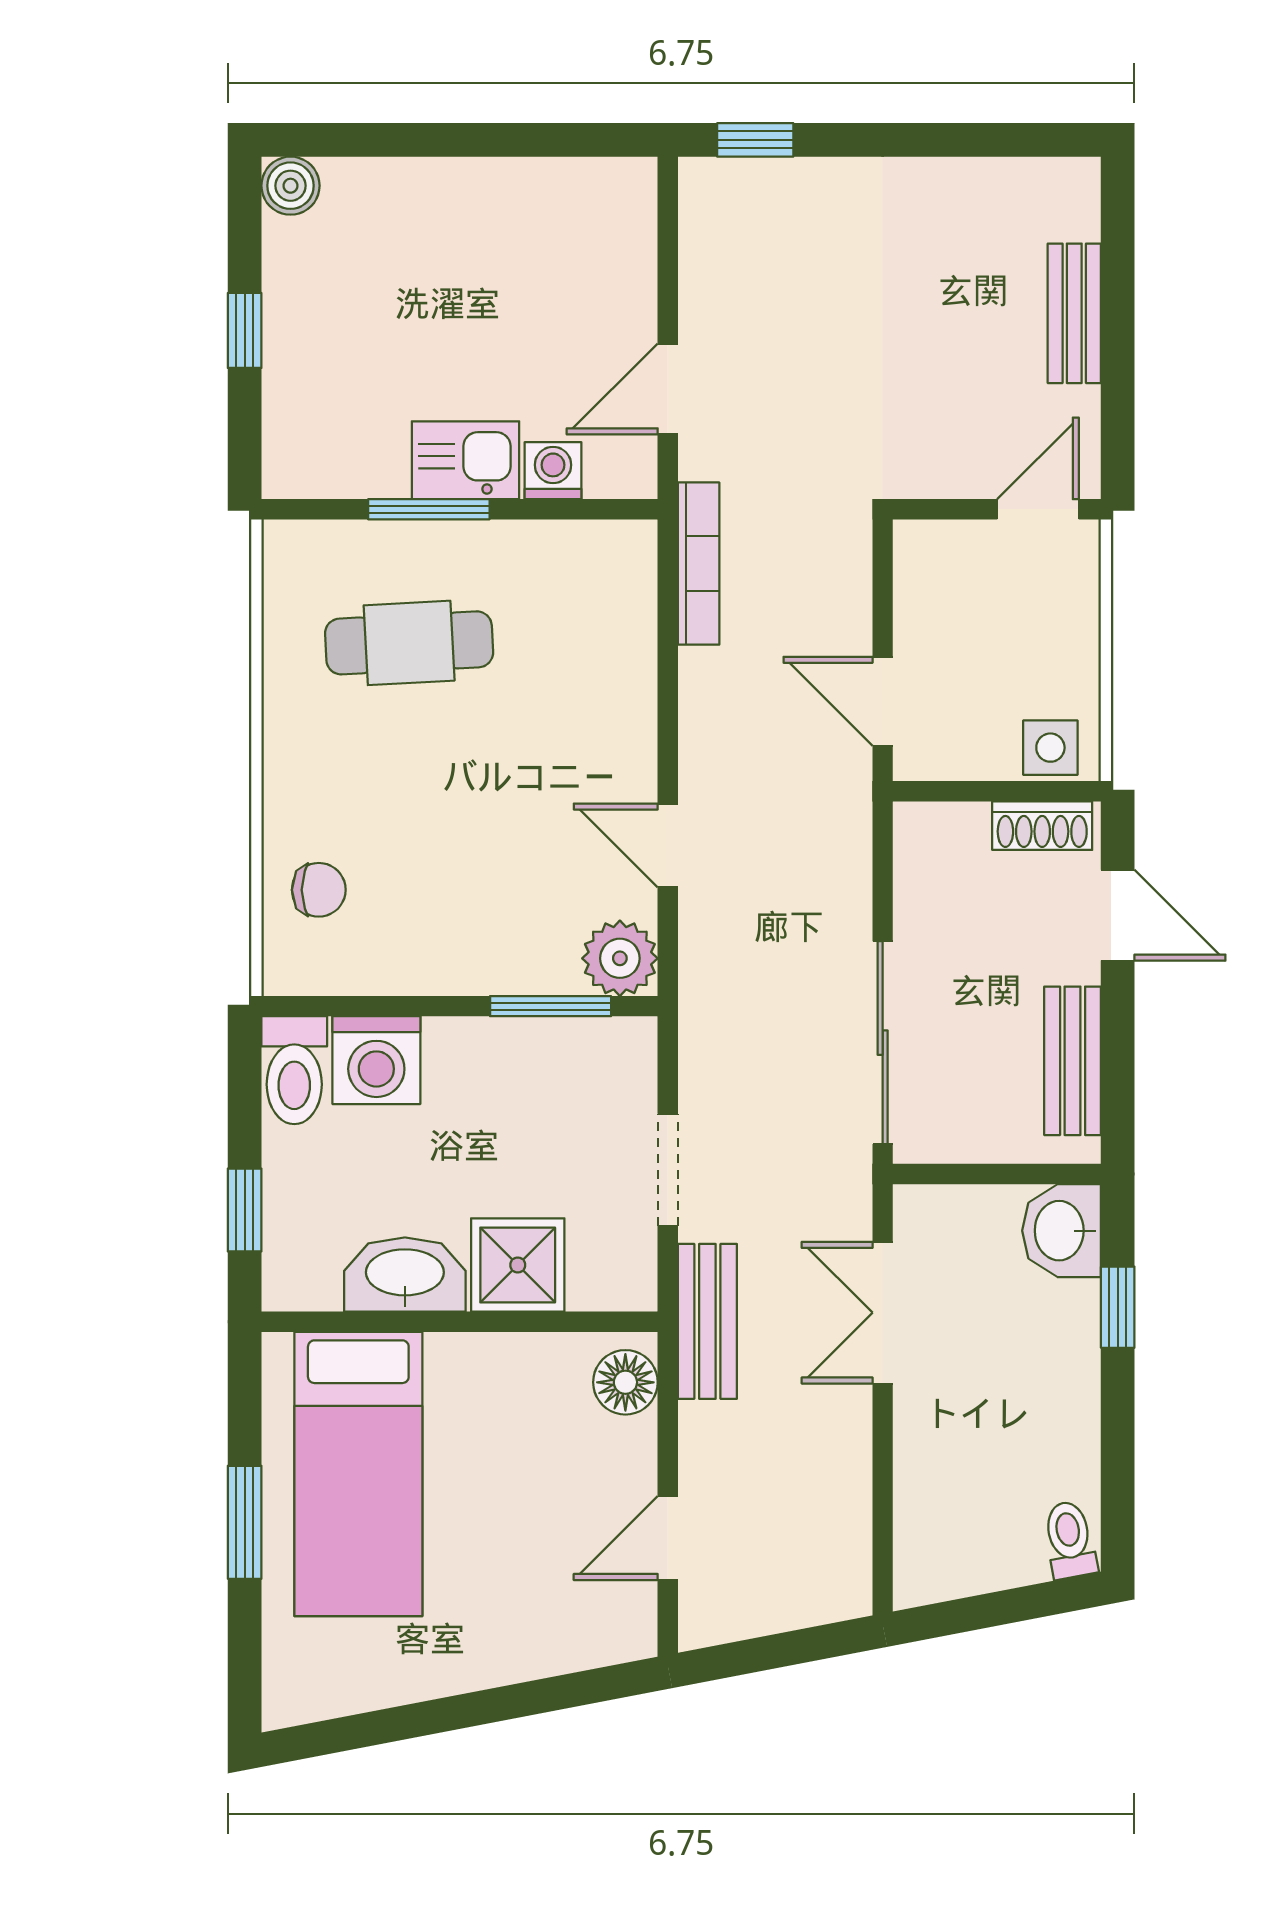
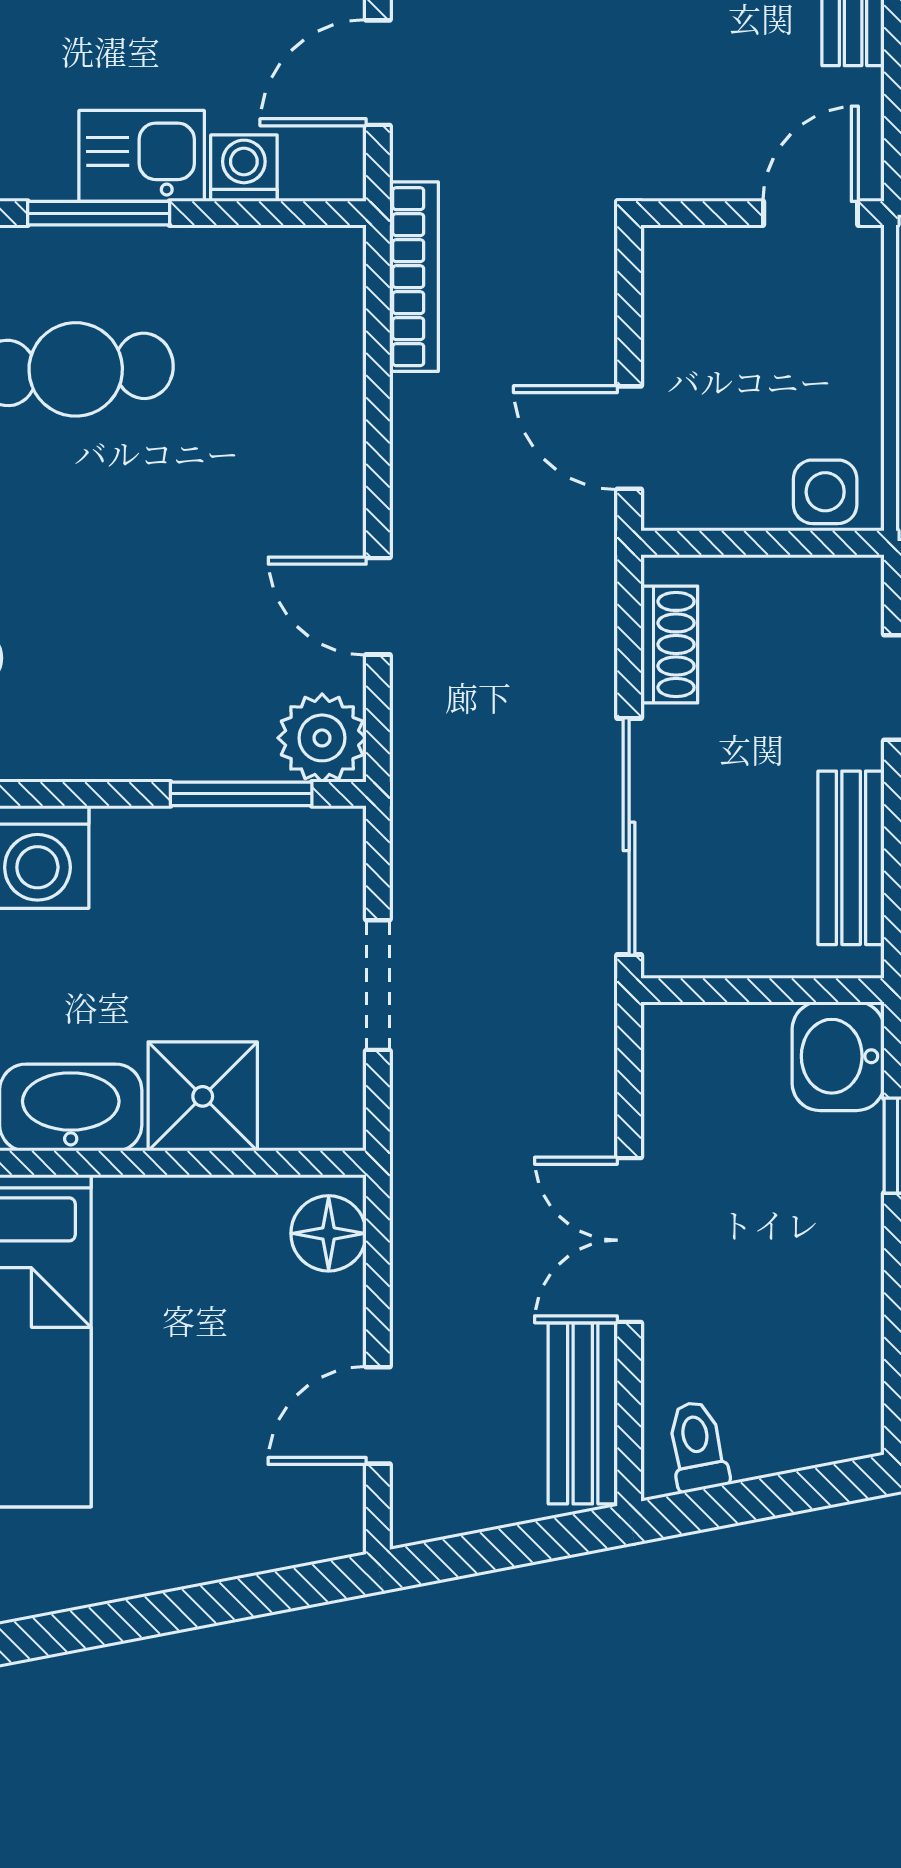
shoe rack: (1042, 826) -> (669, 644), moved, turned -90
double door: (883, 1313) -> (629, 1240), moved
bench: (707, 1321) -> (583, 1413), moved
toilet: (1070, 1540) -> (697, 1446), moved

